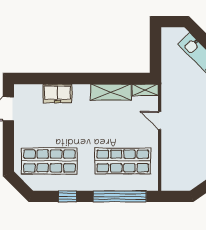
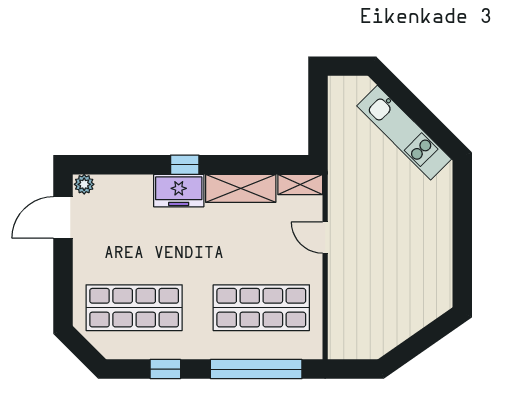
window: (79, 78) -> (185, 165), added
plant: (21, 90) -> (84, 184), added
freezer: (57, 93) -> (179, 191), moved

